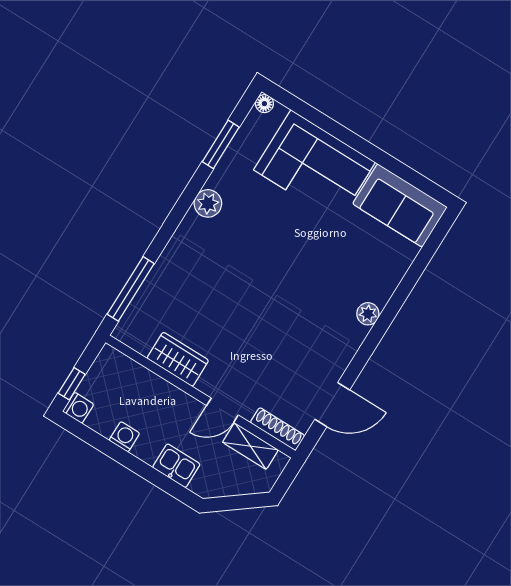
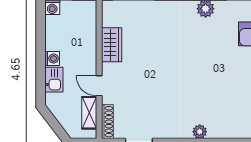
washing machine: (124, 437) -> (52, 59), moved

